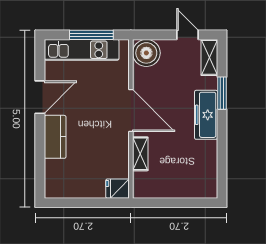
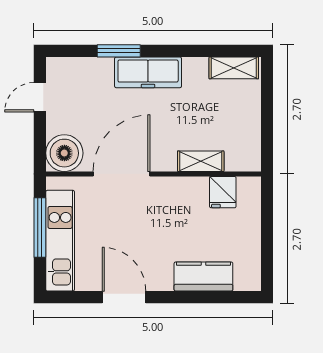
shelving: (209, 57) -> (234, 68), moved
door: (131, 111) -> (122, 174), moved
kitchen counter: (55, 137) -> (203, 277), moved
fridge: (117, 189) -> (223, 192), moved

